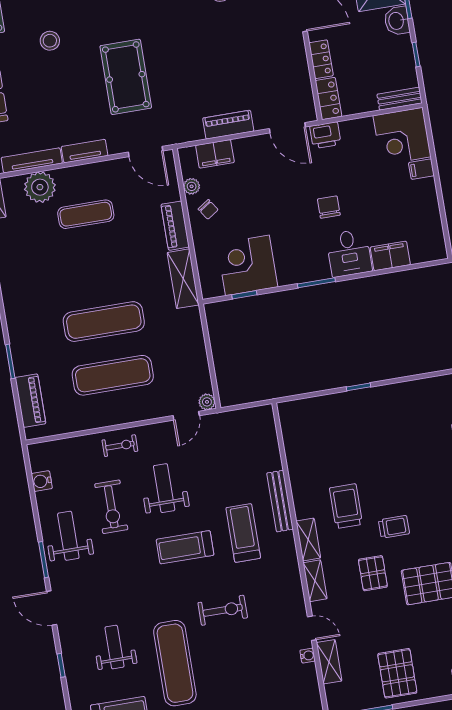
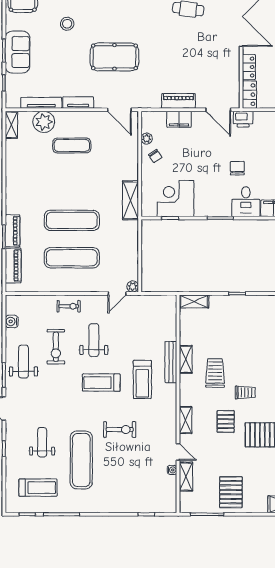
pool table: (126, 77) -> (114, 57), turned 90
filing cabinet: (215, 154) -> (179, 119), moved
piano: (175, 226) -> (12, 231), moved, turned 180
shelving: (299, 409) -> (194, 301), added
treadmill: (243, 533) -> (142, 379), turned 180
shelving: (308, 539) -> (186, 359), moved

